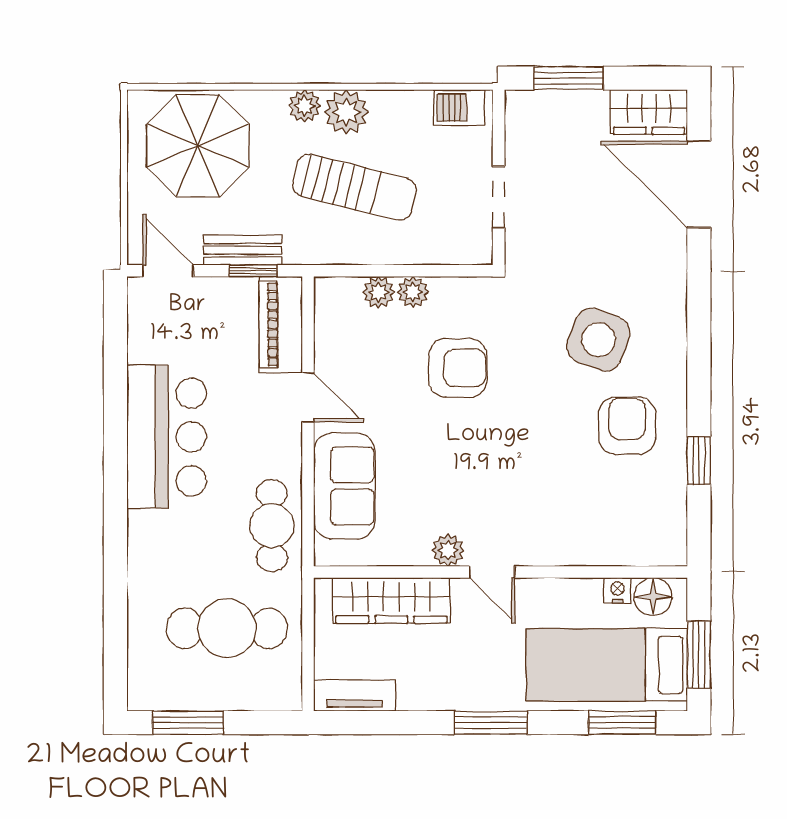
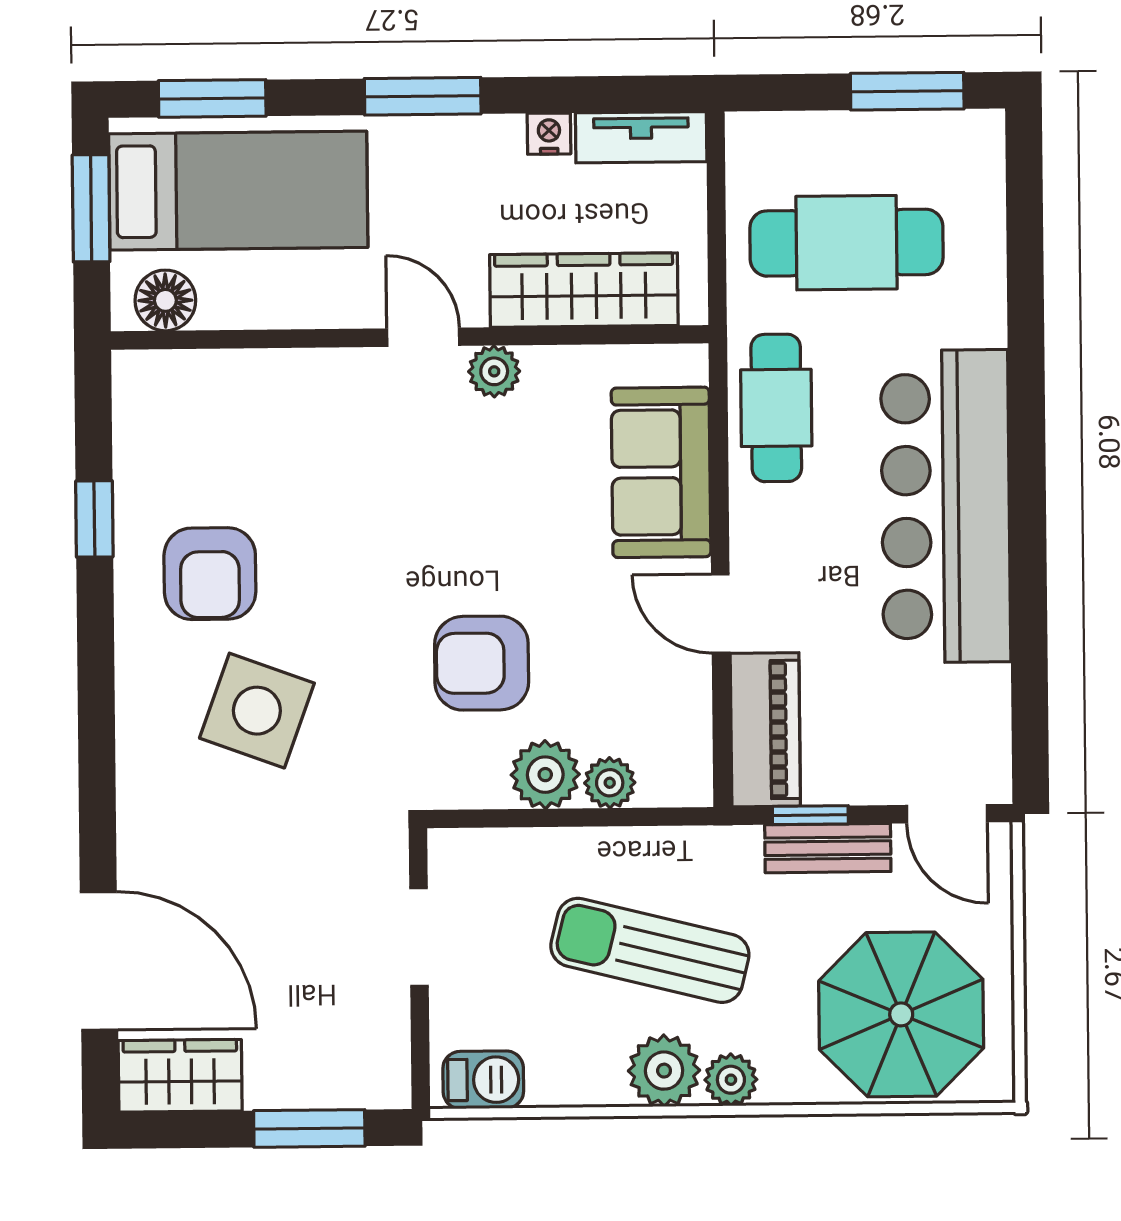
plant: (413, 292) -> (545, 775), width x1.38, depth x1.38
bar counter: (167, 437) -> (946, 506), width x1.36
nightstand: (617, 590) -> (549, 134), moved, turned 180

